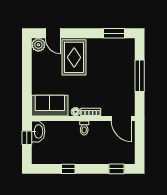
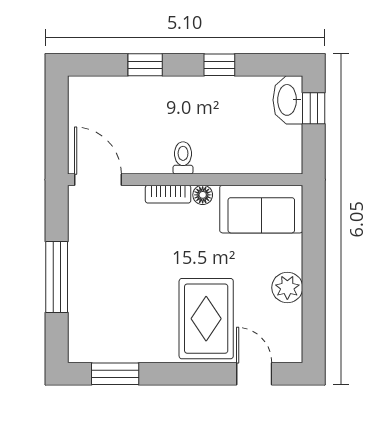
plant: (38, 45) -> (287, 288), moved
washbasin: (38, 131) -> (288, 100), moved
window: (27, 138) -> (314, 108), moved
window: (116, 169) -> (145, 65), moved

